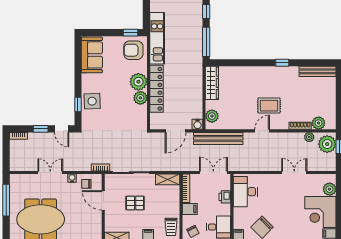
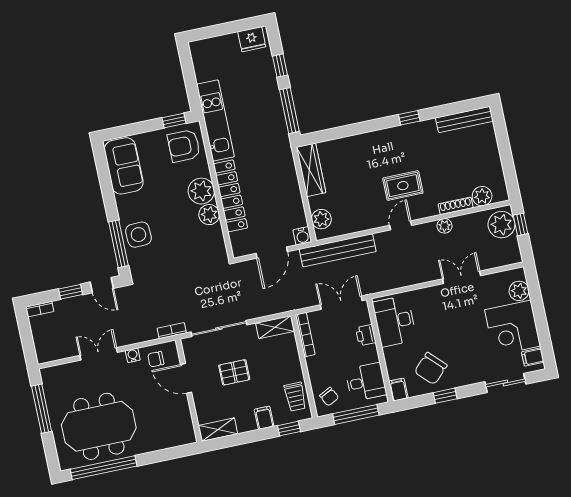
window: (78, 104) -> (118, 244), width x2.17
plant: (309, 137) -> (444, 226), moved
filing cabinet: (190, 209) -> (317, 364), removed

